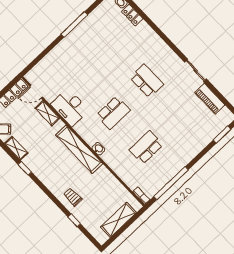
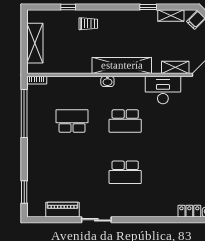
school desk: (113, 113) -> (125, 121), turned -90
school desk: (146, 147) -> (72, 121), turned -90

